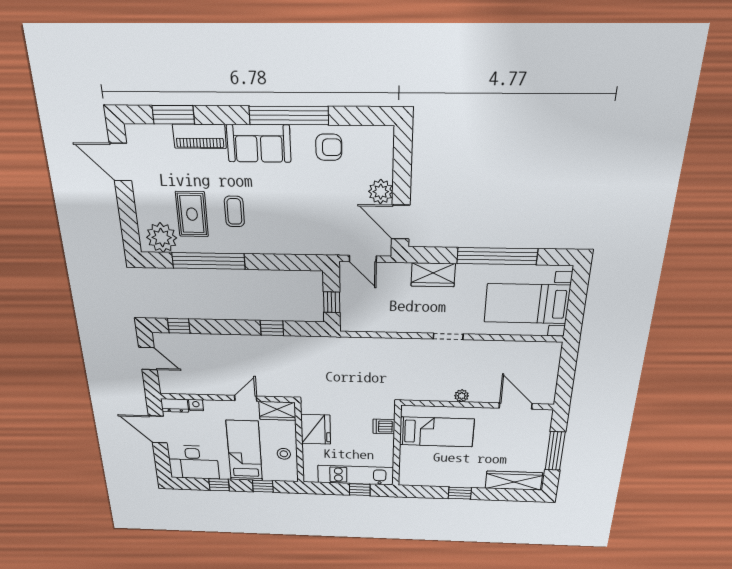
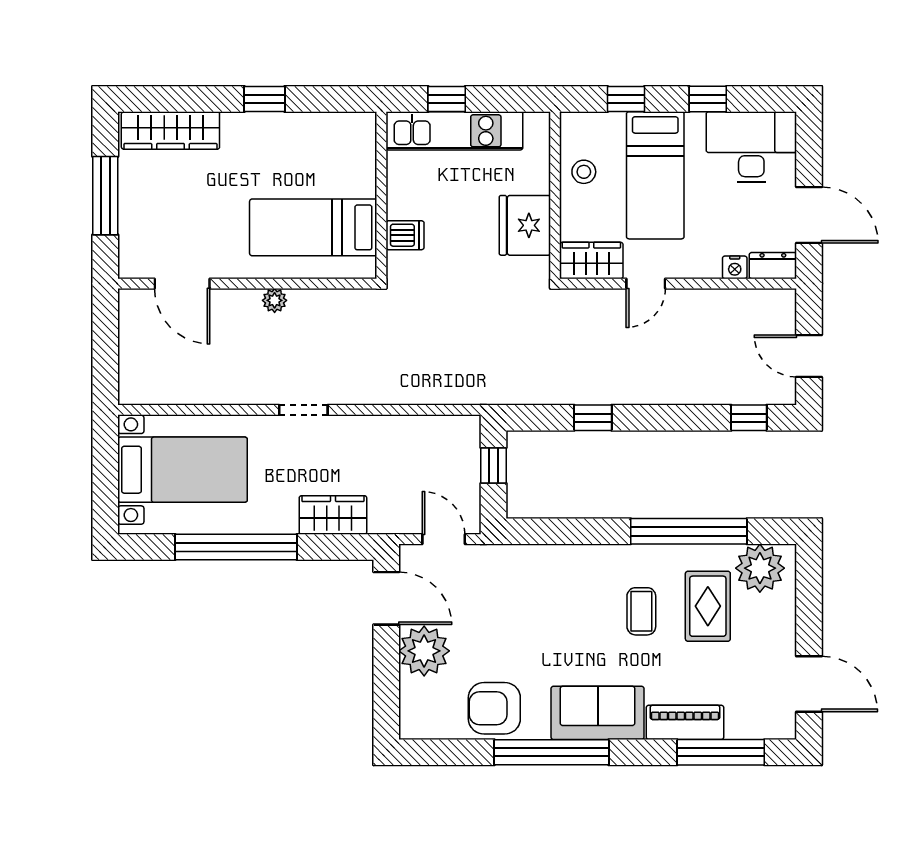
window: (173, 115) -> (721, 752), width x1.44
armchair: (329, 147) -> (494, 708), width x1.38, depth x1.38
plant: (381, 192) -> (424, 651), width x1.36, depth x1.36

